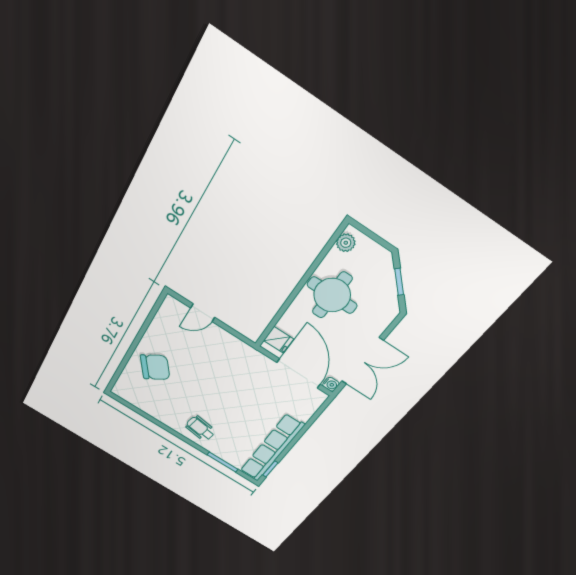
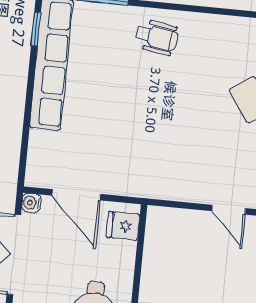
door: (203, 313) -> (229, 210), swing flipped
door: (299, 373) -> (76, 195), width x0.73

